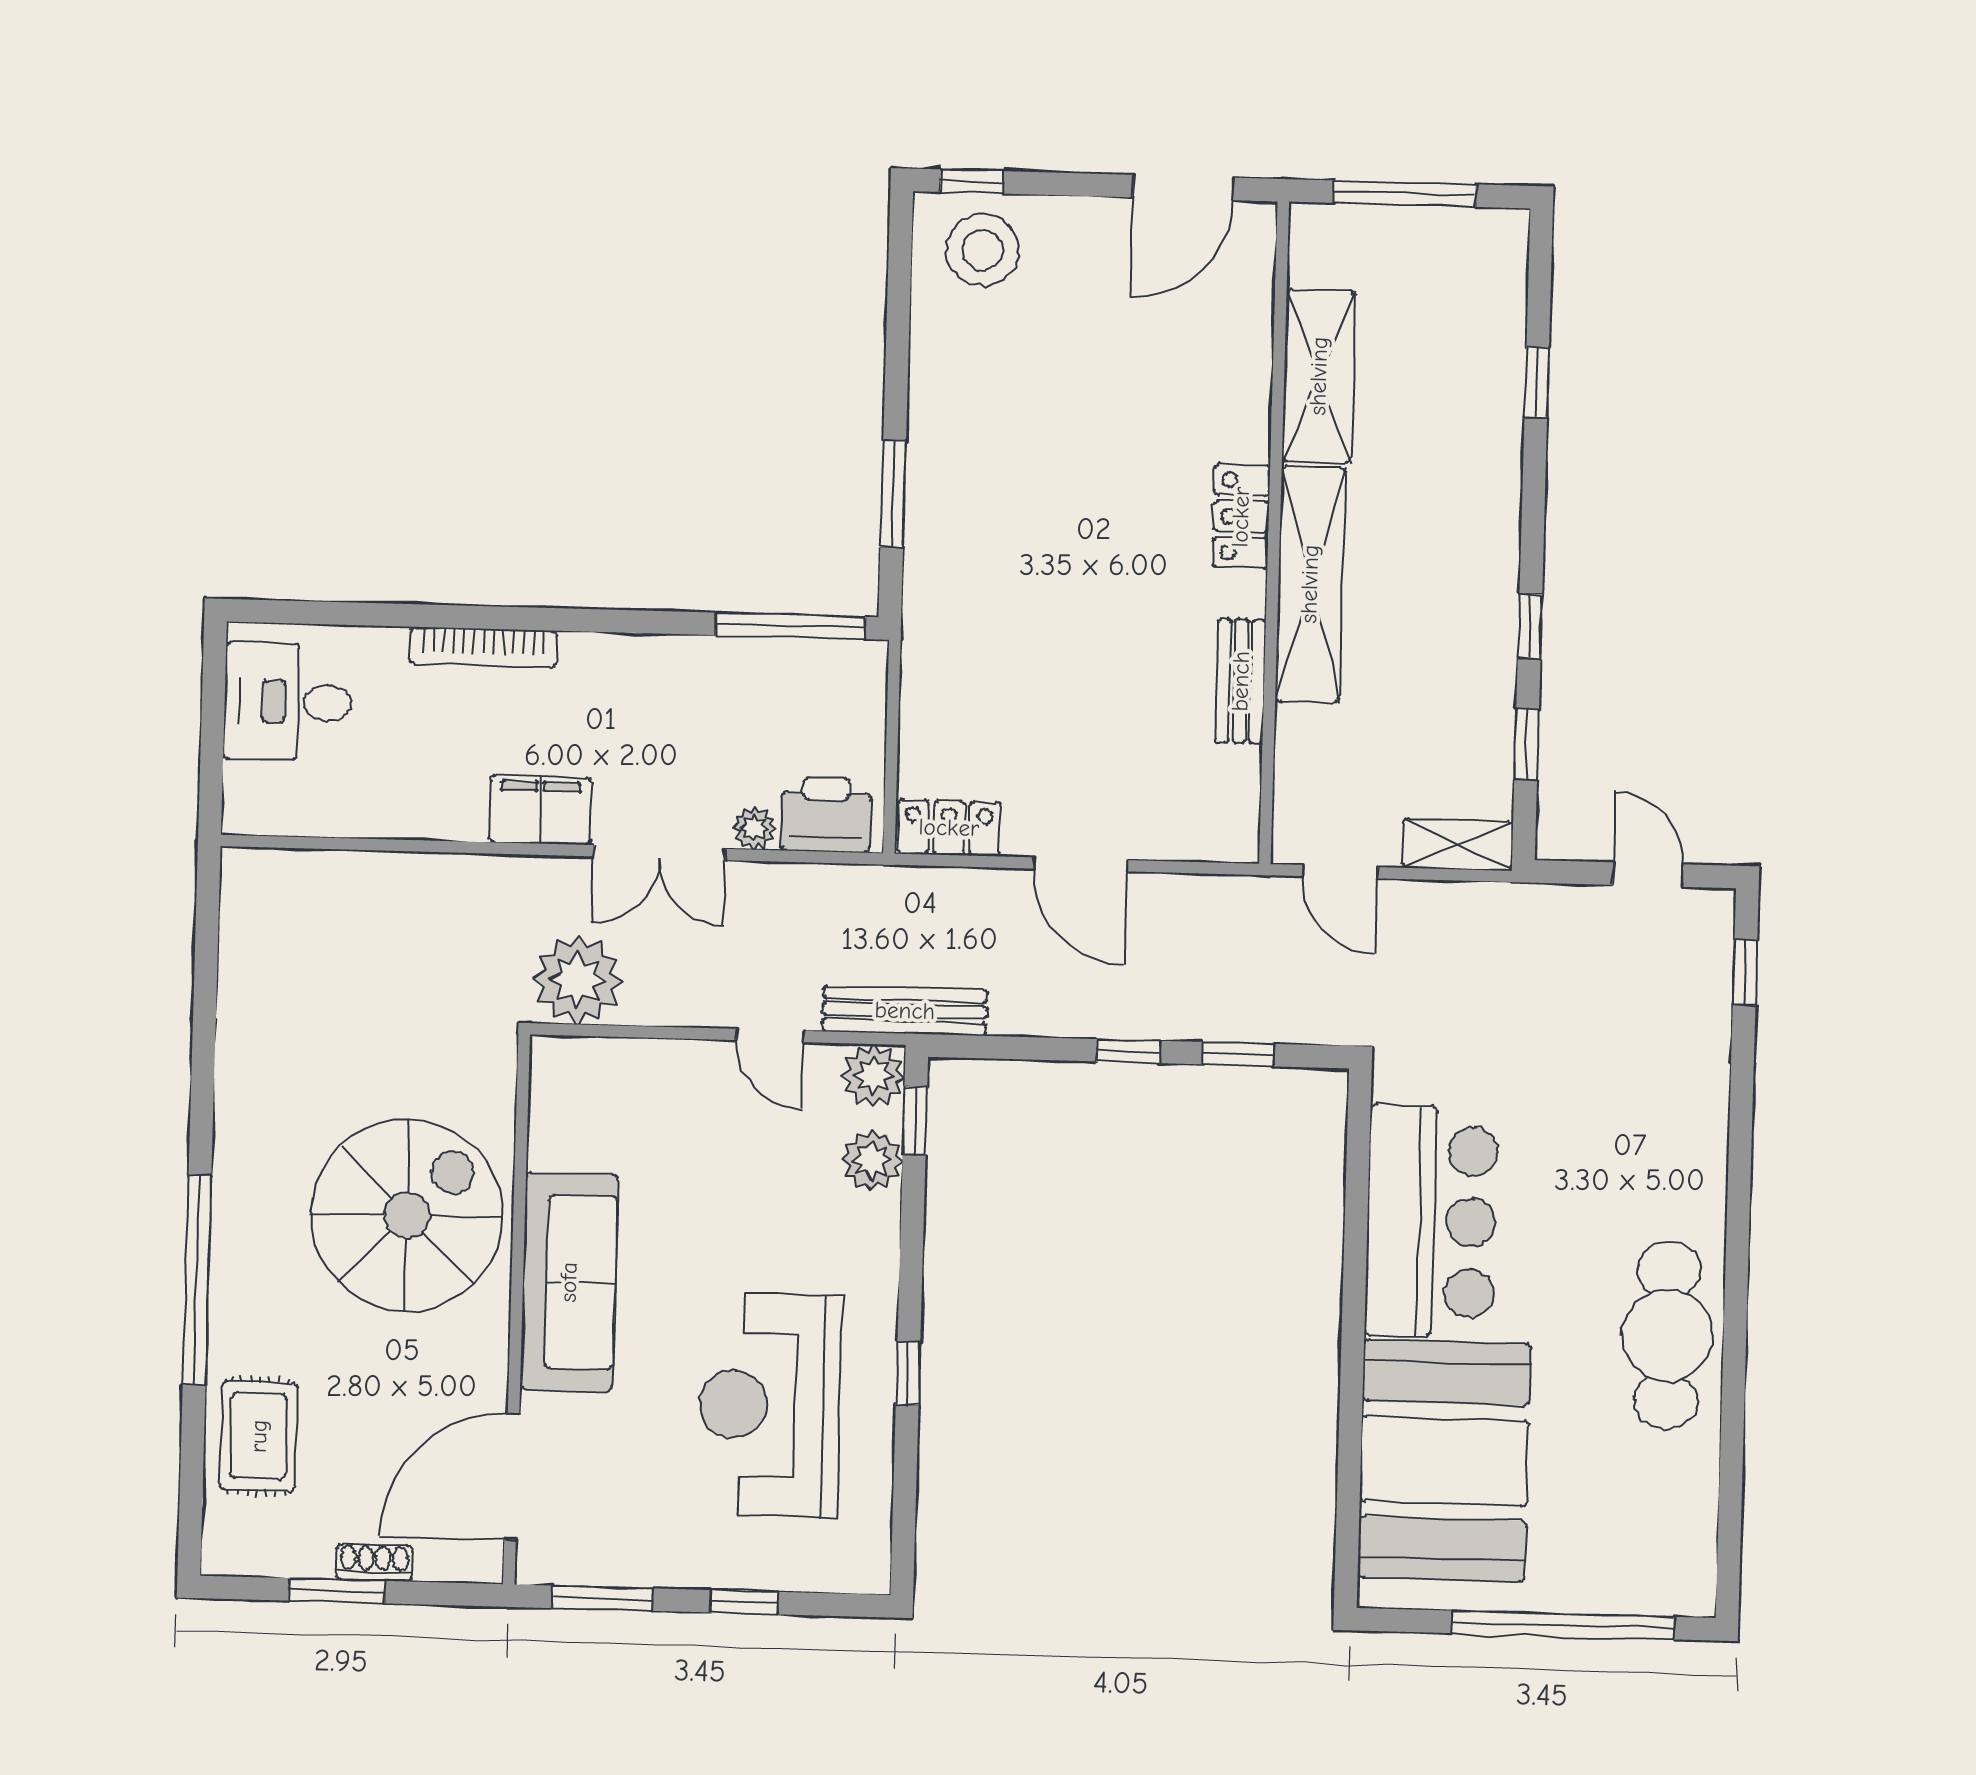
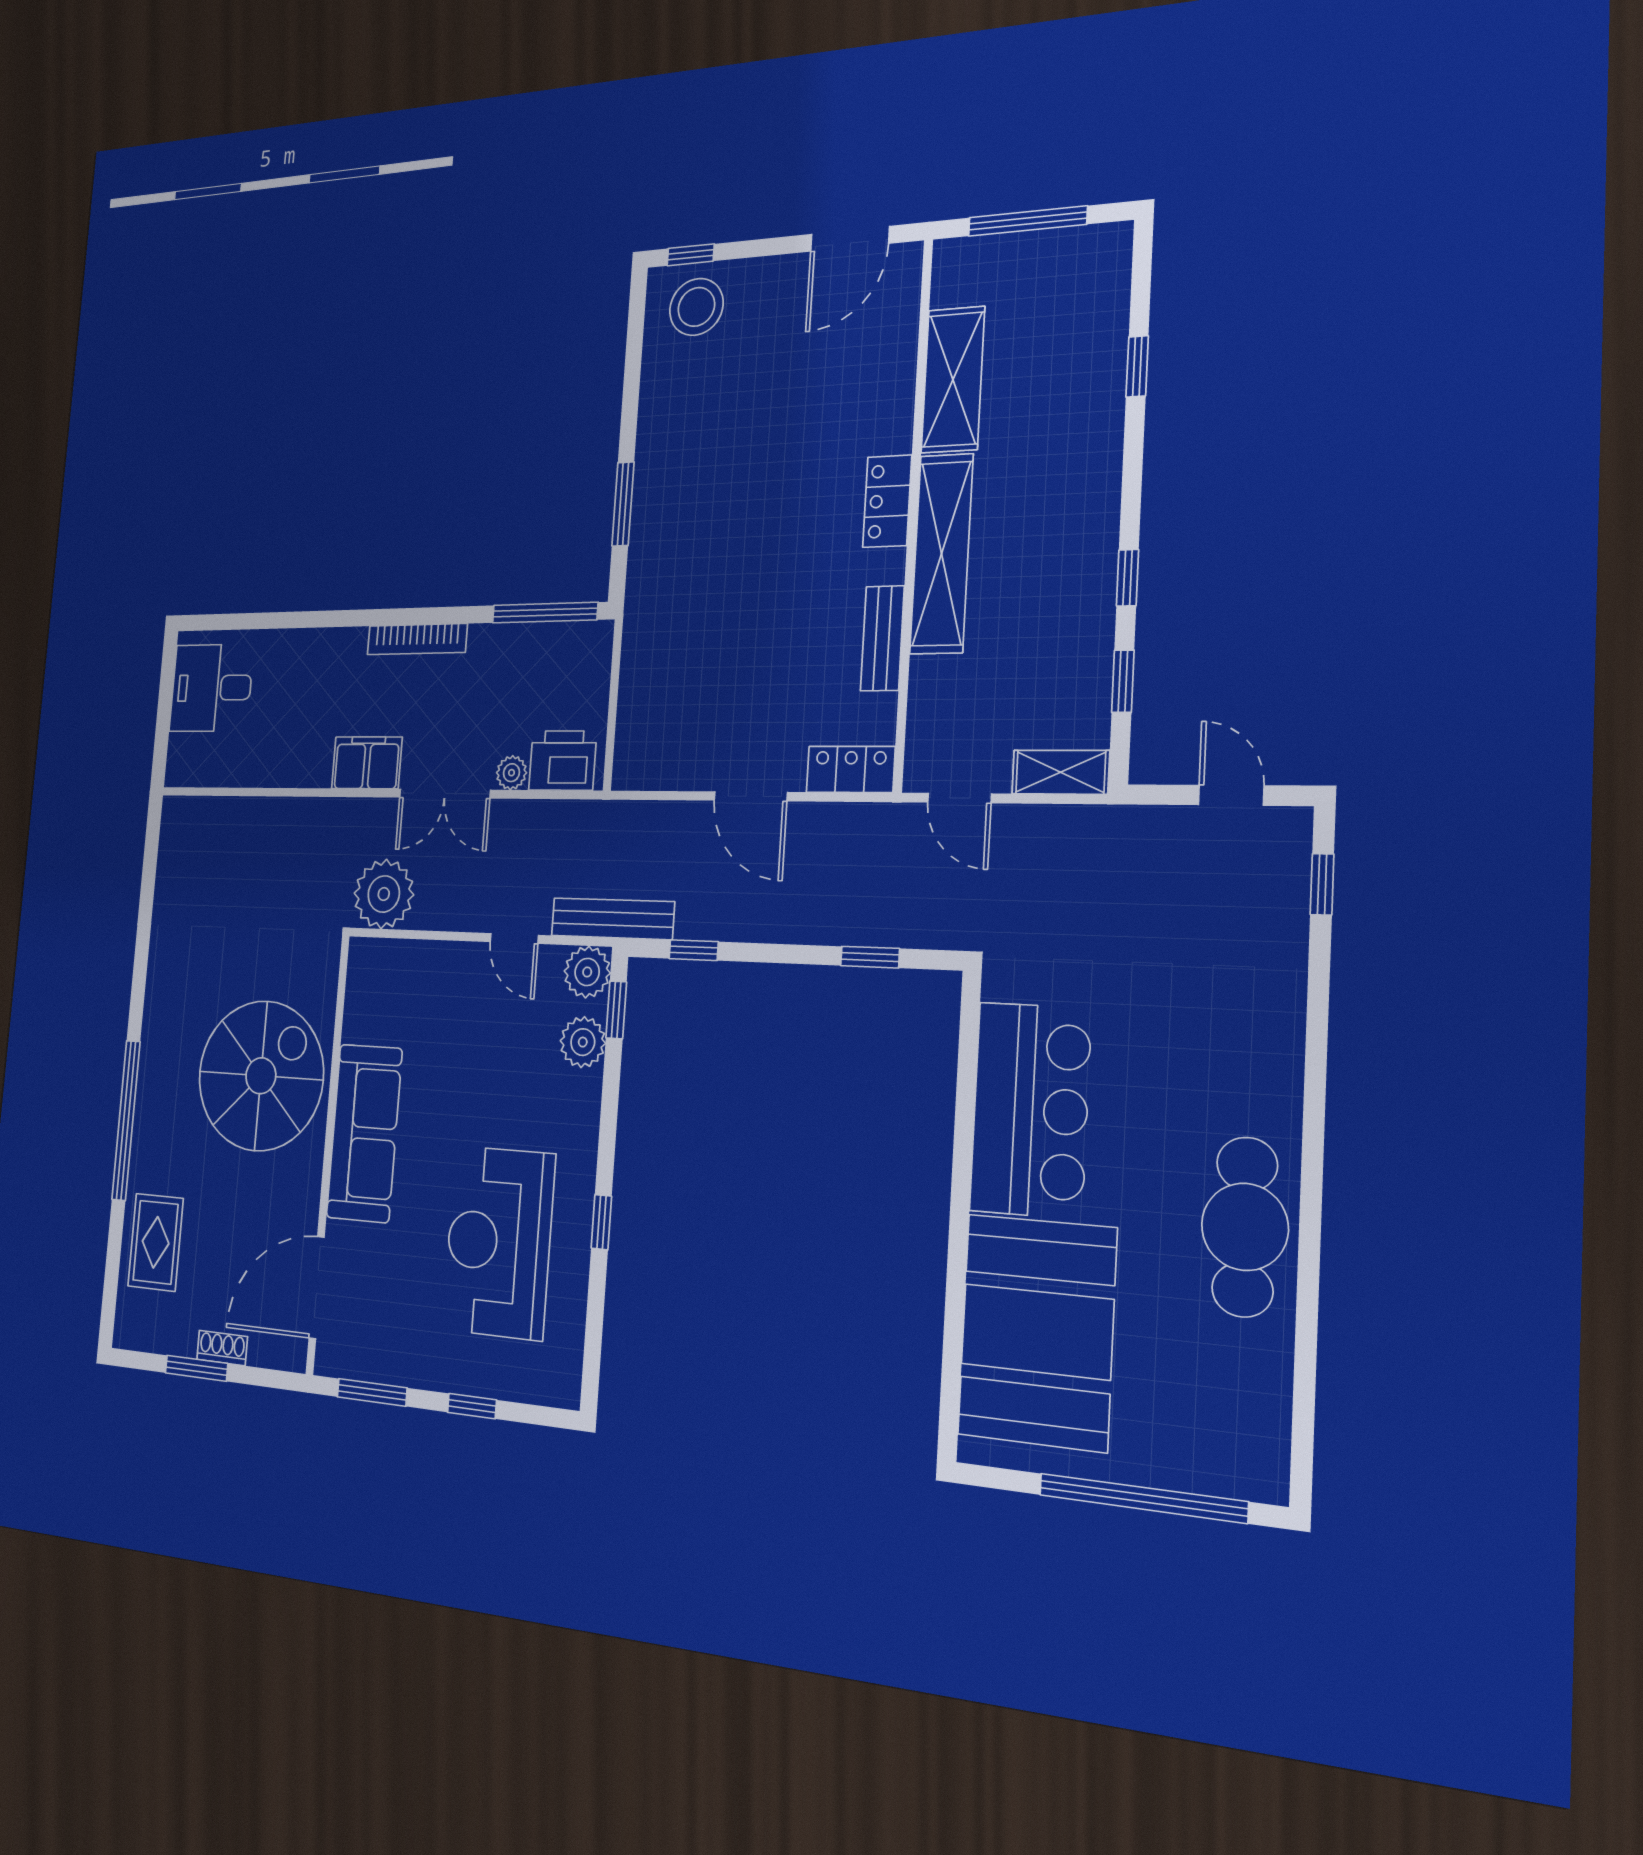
bookcase: (483, 647) -> (417, 639), moved
locker: (949, 828) -> (851, 769), moved
window: (1128, 1051) -> (694, 950), moved

